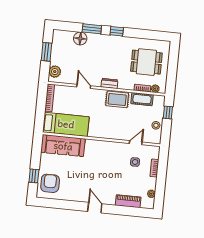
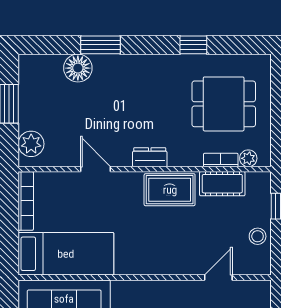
window: (117, 31) -> (193, 45), moved

